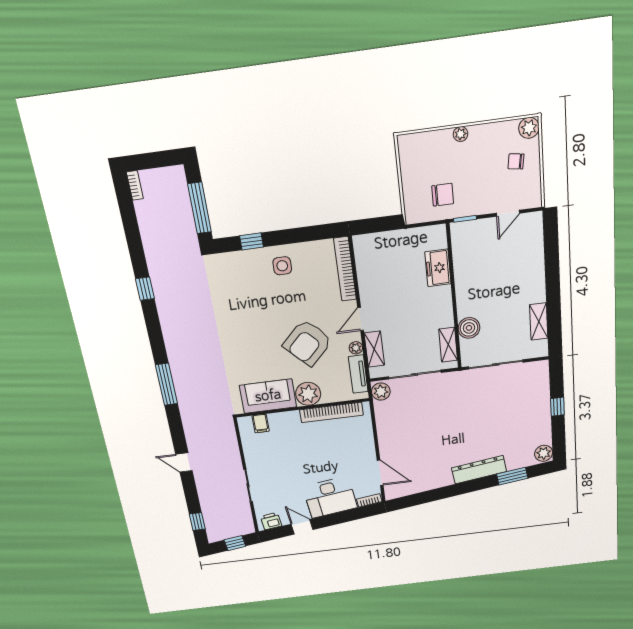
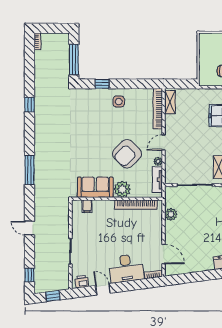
shelving: (374, 349) -> (170, 102), moved
plant: (381, 392) -> (171, 214), moved

